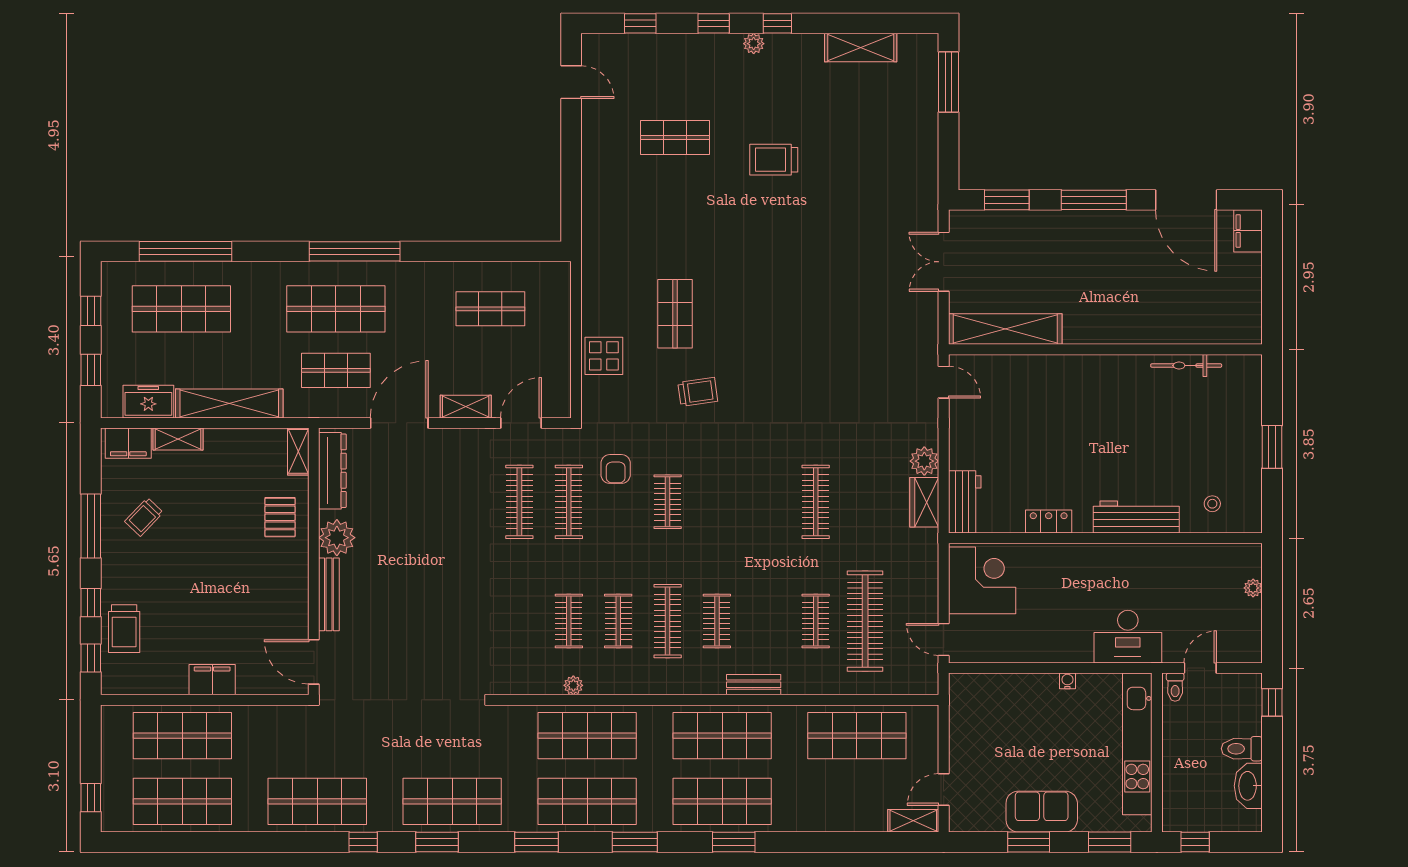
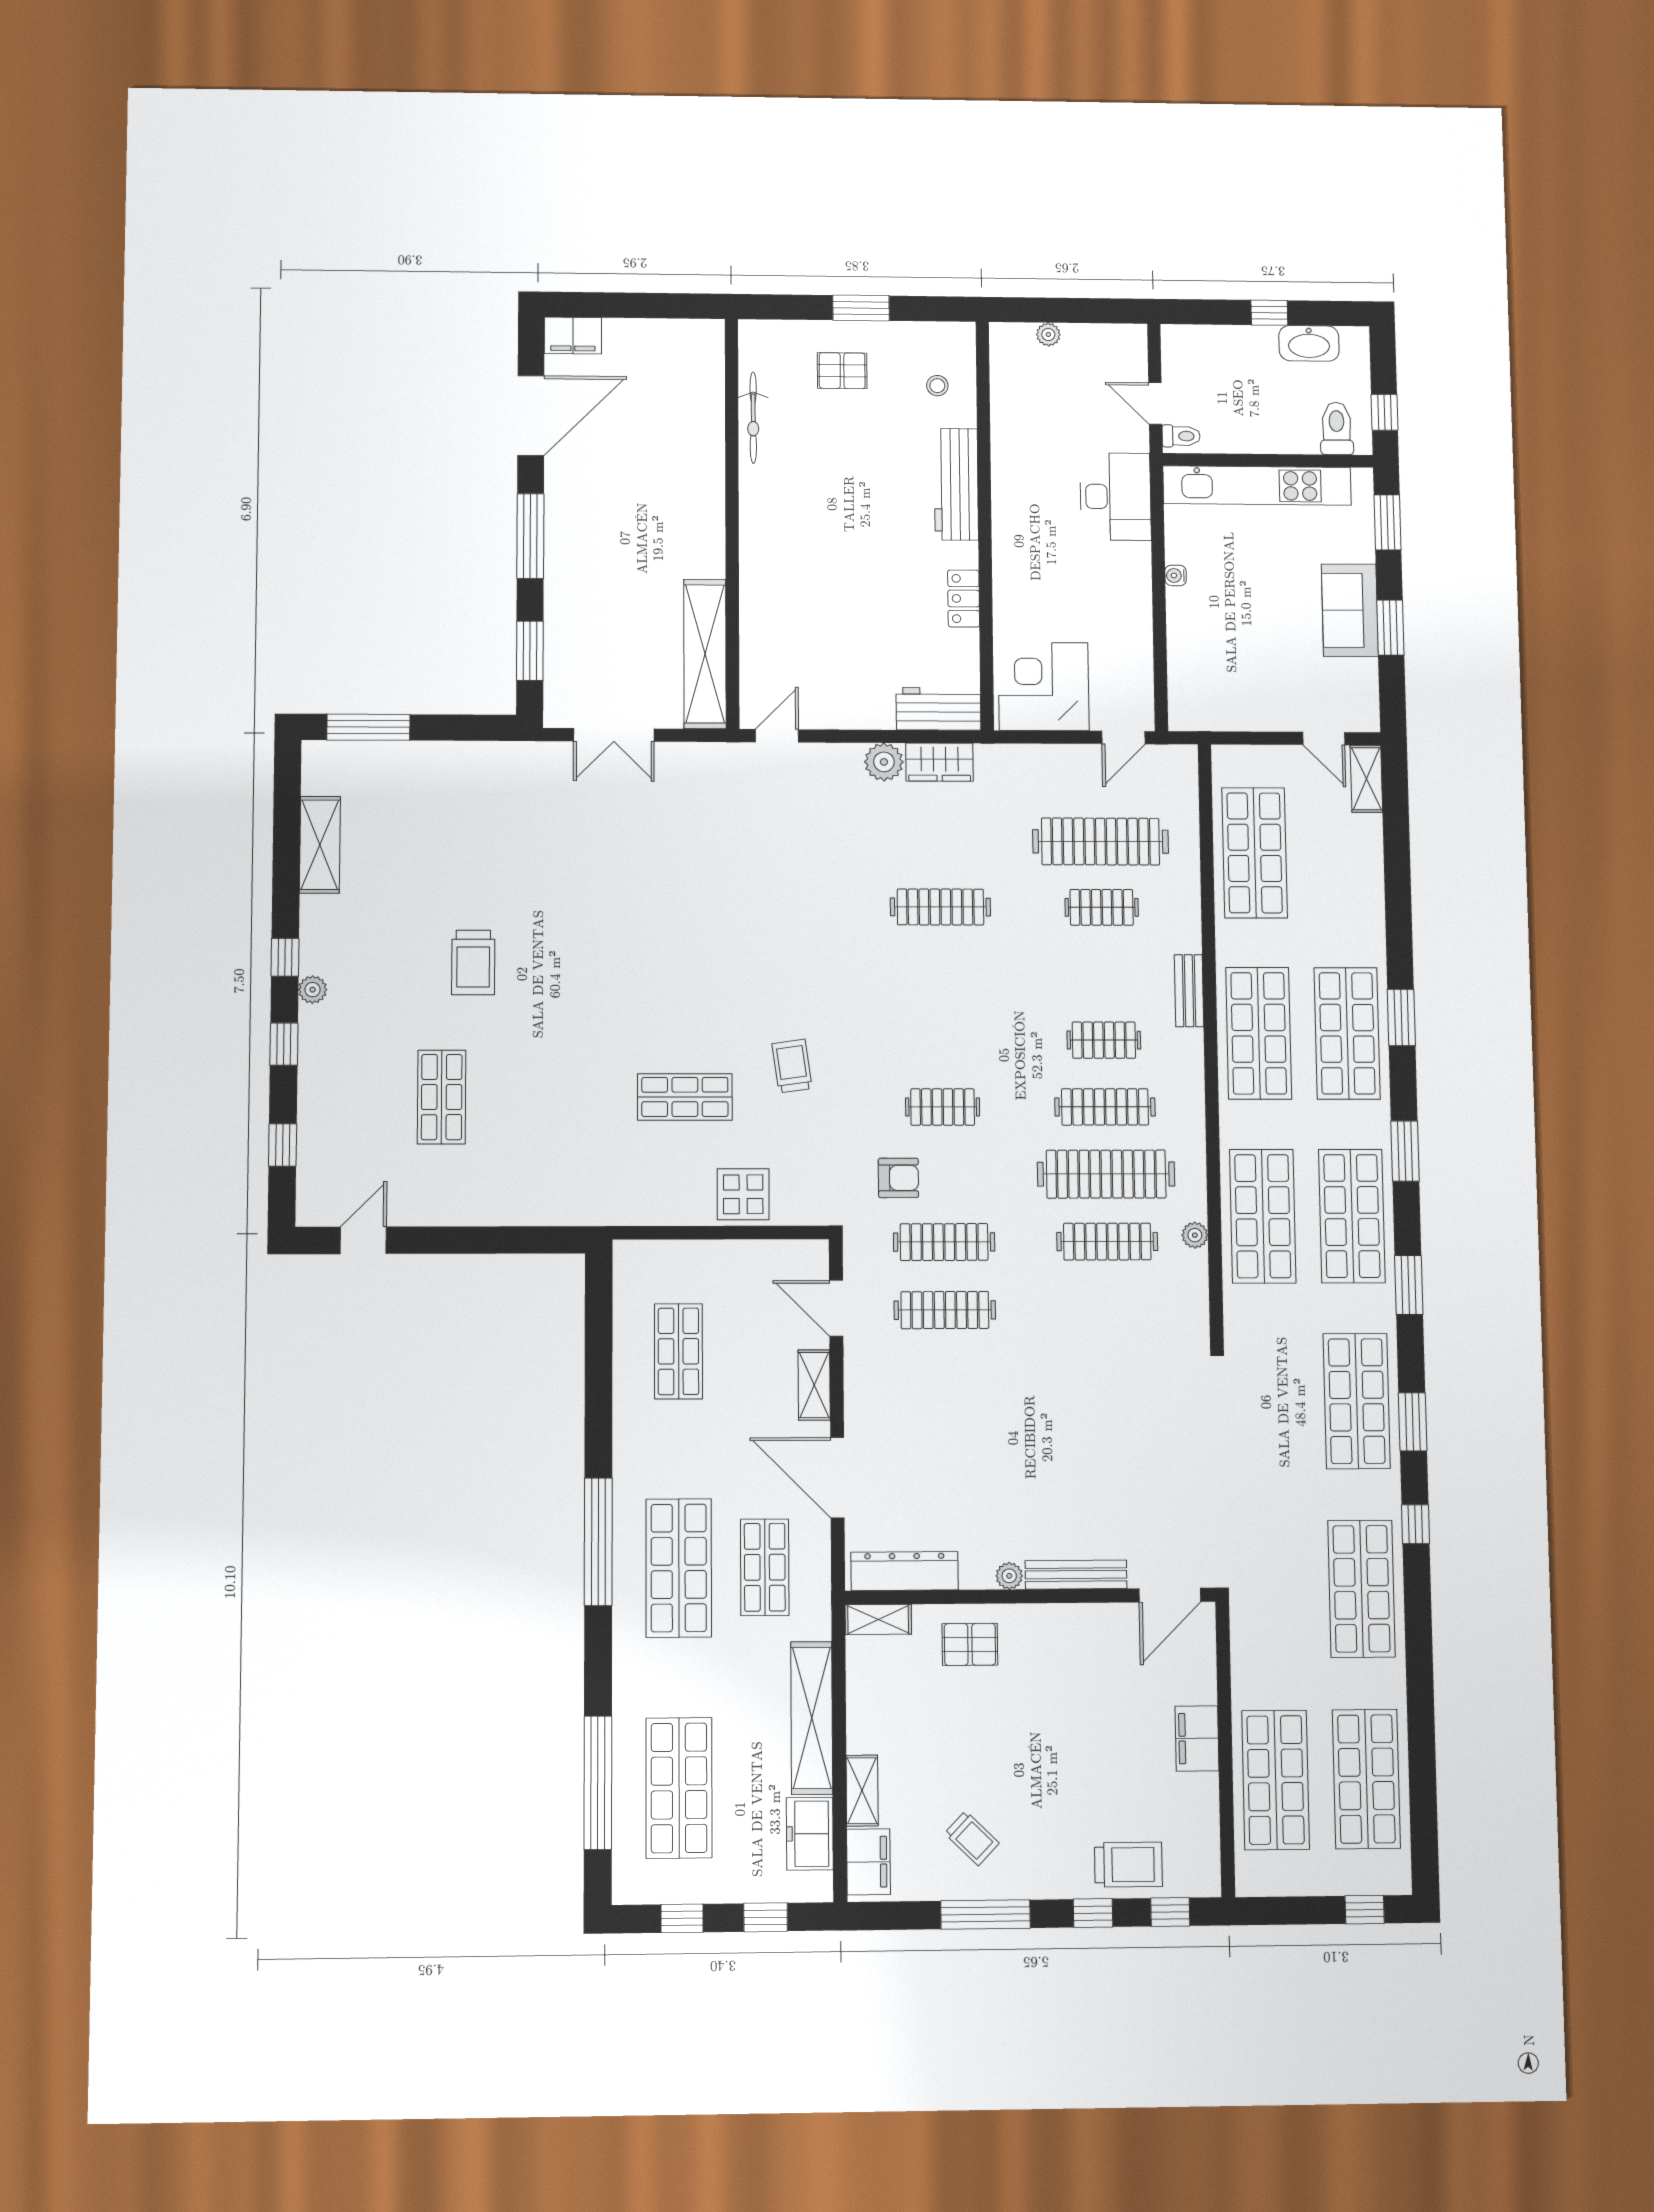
pallet: (1223, 432) -> (842, 371), added
plant: (337, 538) -> (1009, 1576), width x0.53, depth x0.53
clothes rail: (569, 621) -> (1107, 1242), width x1.36
clothes rail: (618, 621) -> (1106, 1174), width x1.86, depth x1.31
window: (1272, 702) -> (1269, 313), moved
toilet: (1242, 749) -> (1337, 428), moved, turned 180

